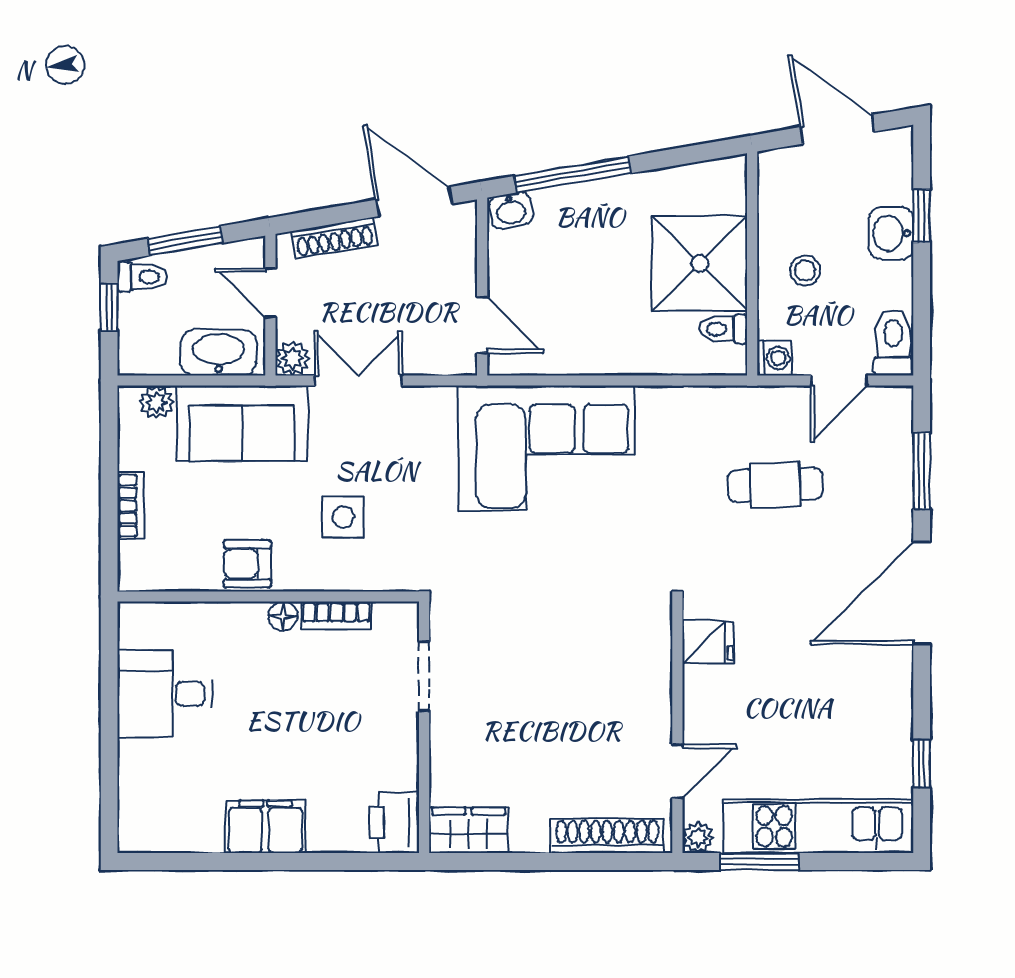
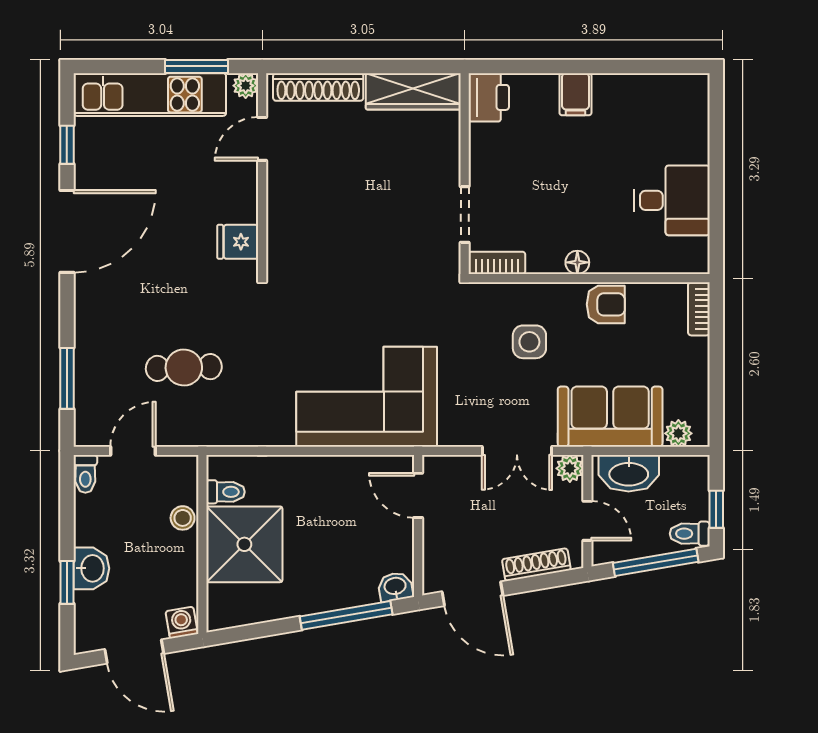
window: (185, 241) -> (656, 562), width x1.44
stool: (805, 271) -> (183, 518), moved
toilet: (893, 342) -> (85, 474), width x0.73, depth x0.72
washing machine: (775, 358) -> (182, 622), moved, turned 80
bookcase: (131, 506) -> (699, 309), moved
door: (922, 593) -> (67, 231), moved
bookcase: (336, 616) -> (497, 263), moved
filing cabinet: (265, 827) -> (575, 94), width x0.50
wardrobe: (469, 830) -> (413, 91), width x1.50

